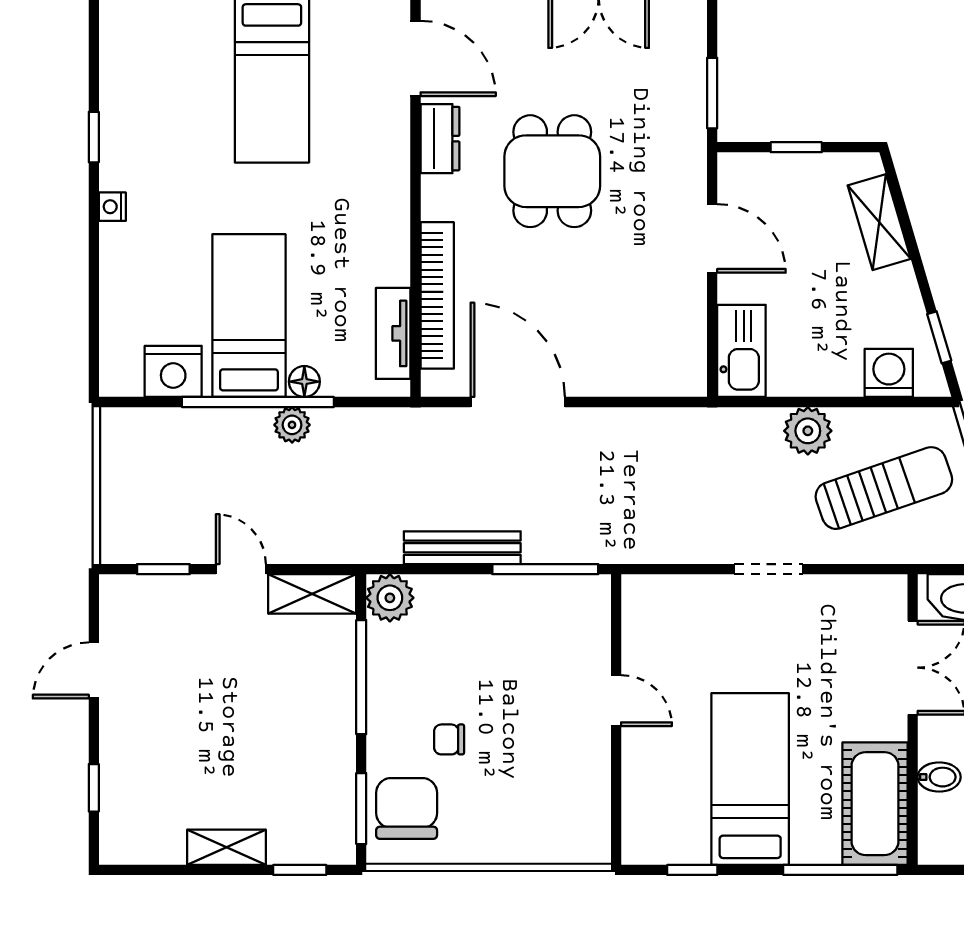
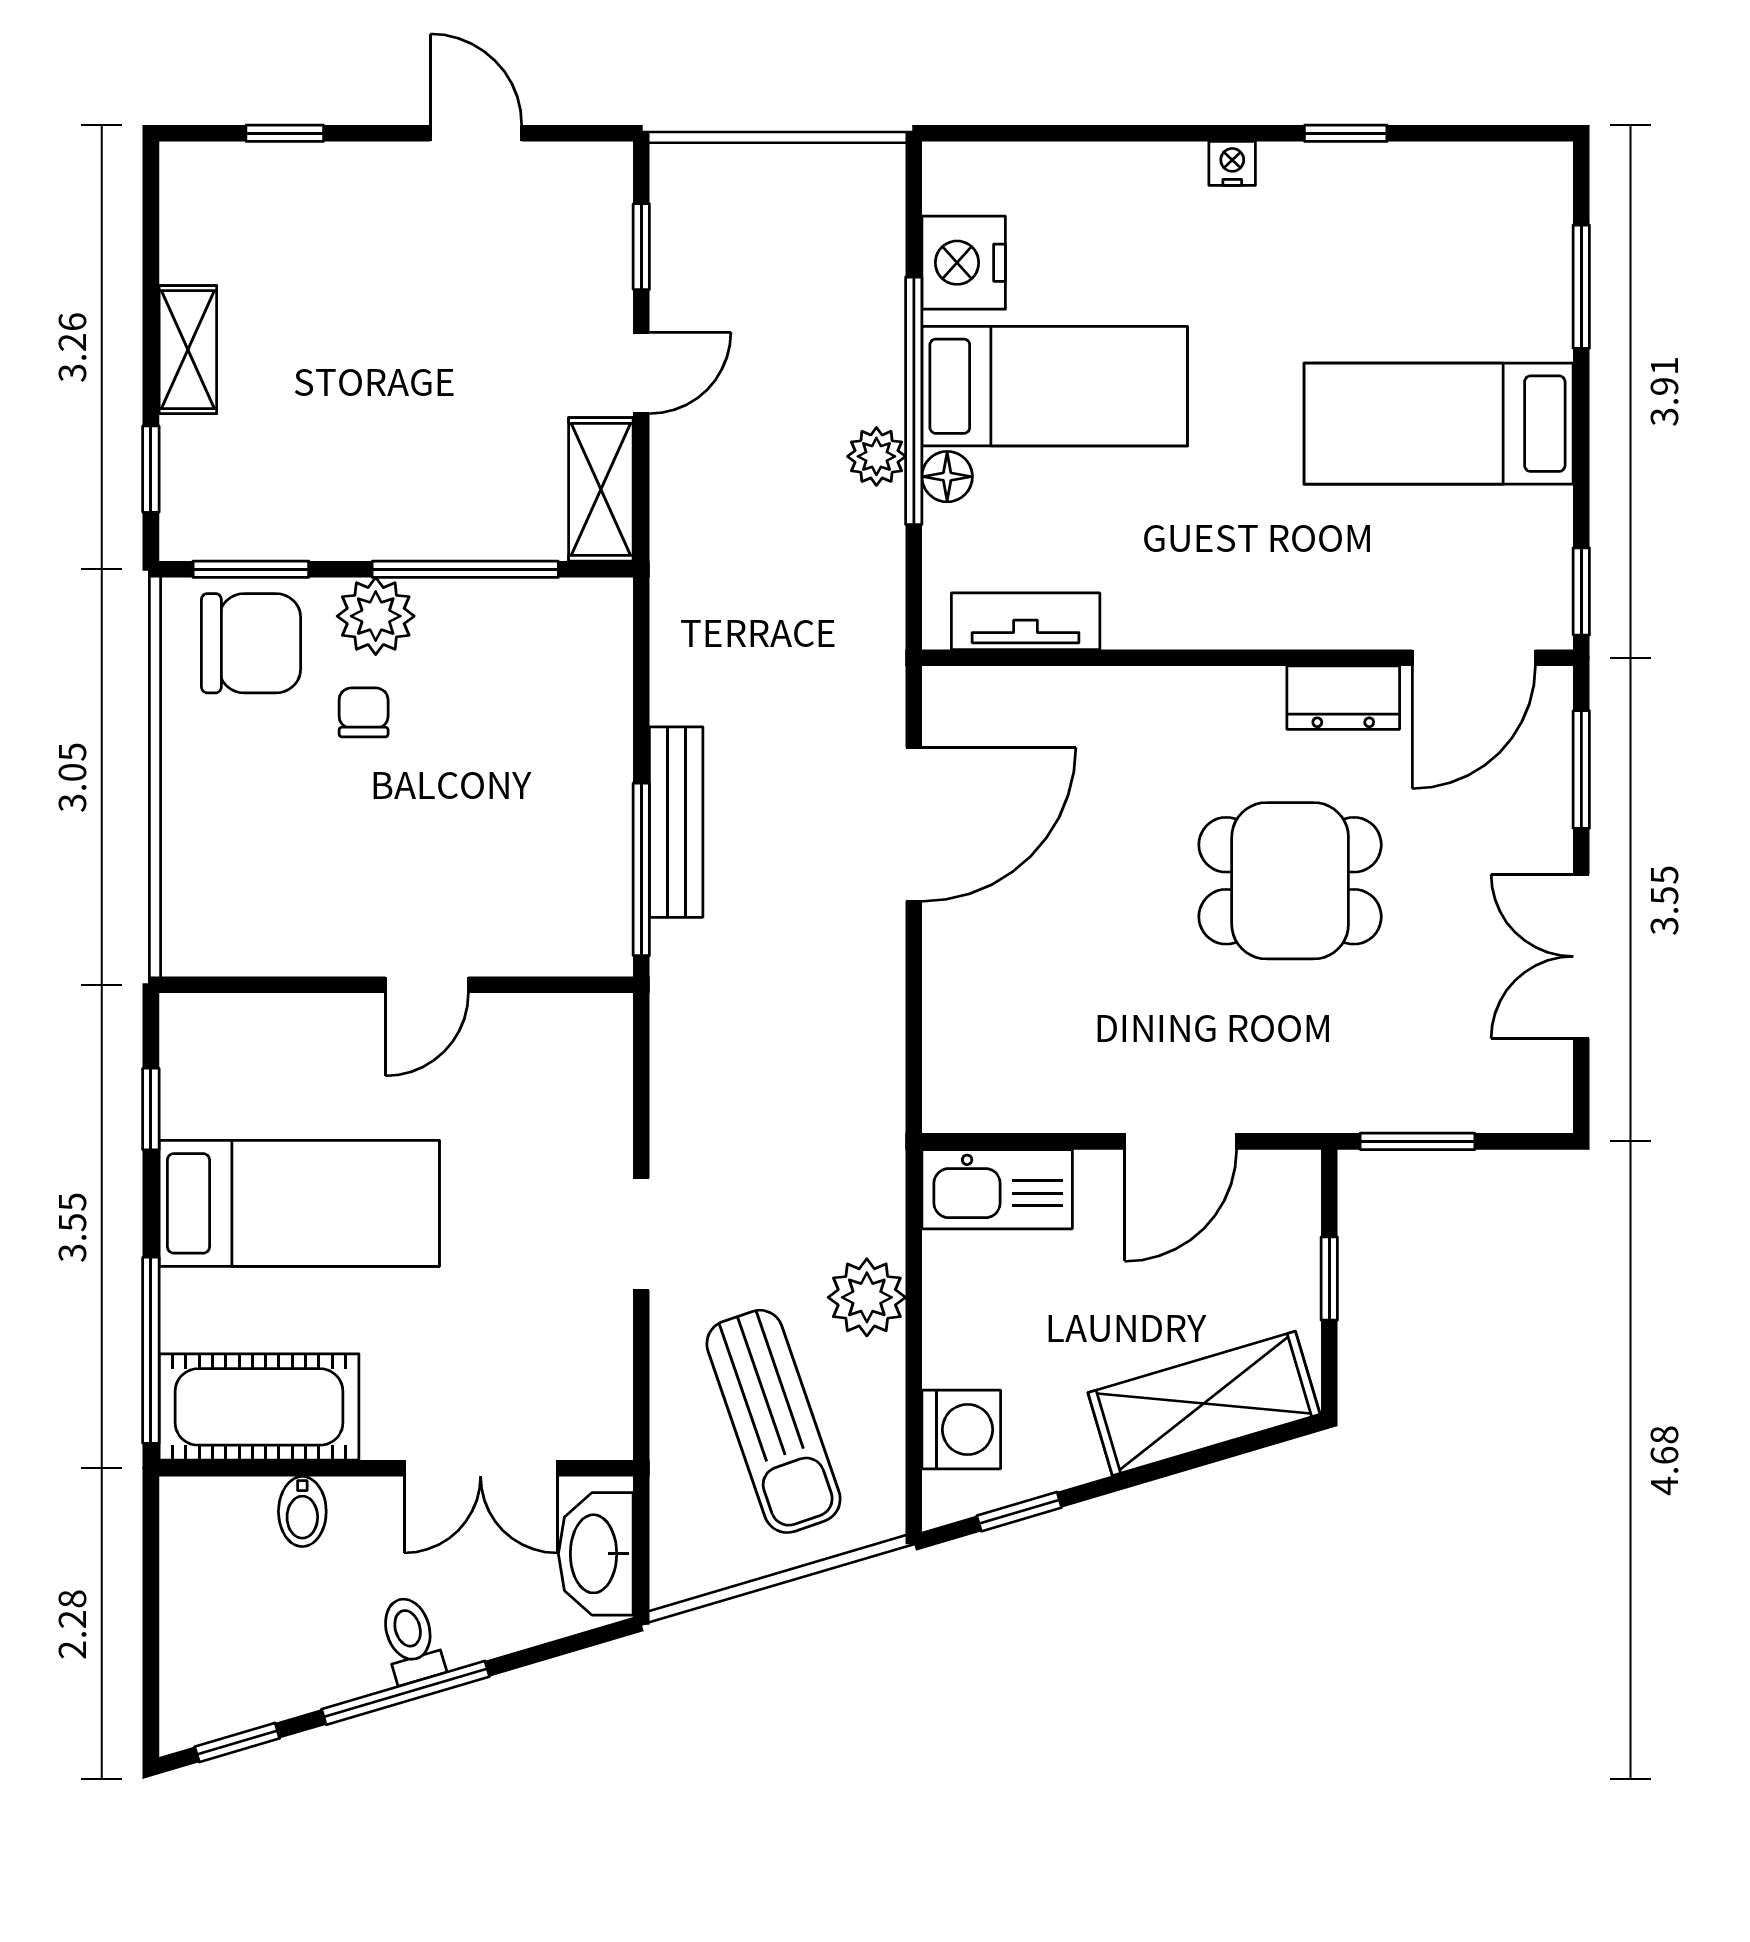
shelving: (879, 222) -> (1204, 1403), width x1.50, depth x1.33
bookcase: (437, 295) -> (1087, 693), removed
bench: (462, 548) -> (676, 822), moved
plant: (390, 598) -> (376, 616), moved

